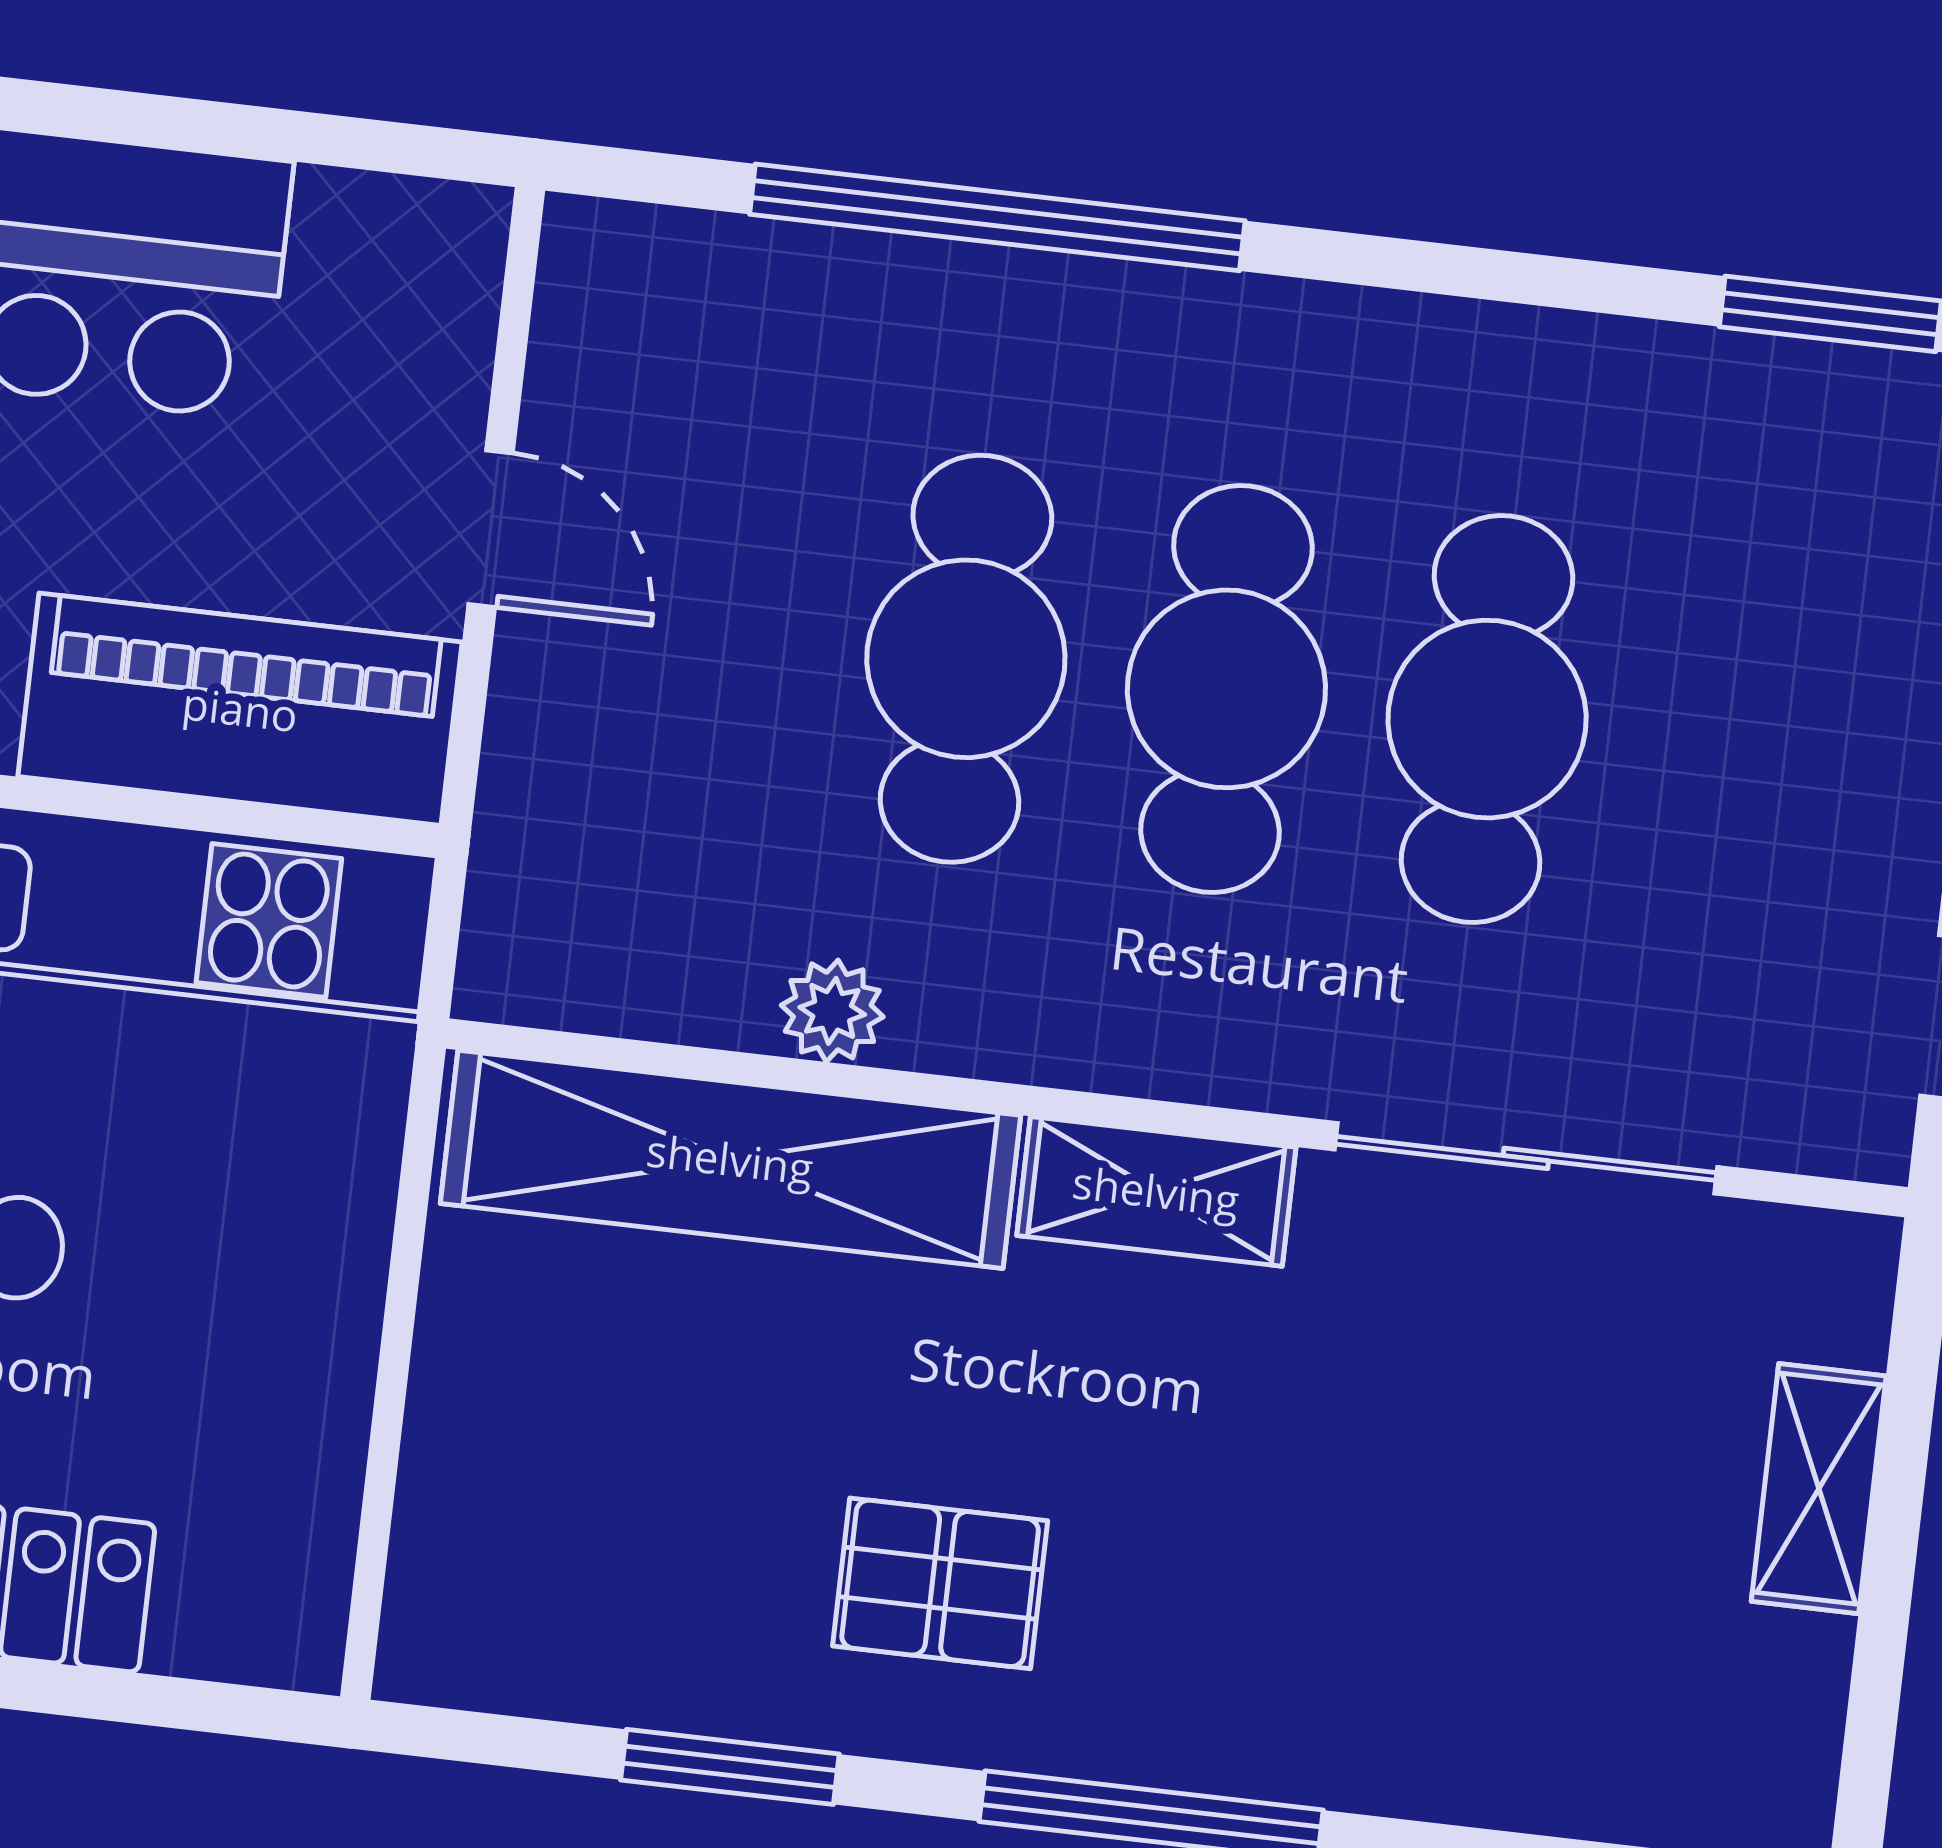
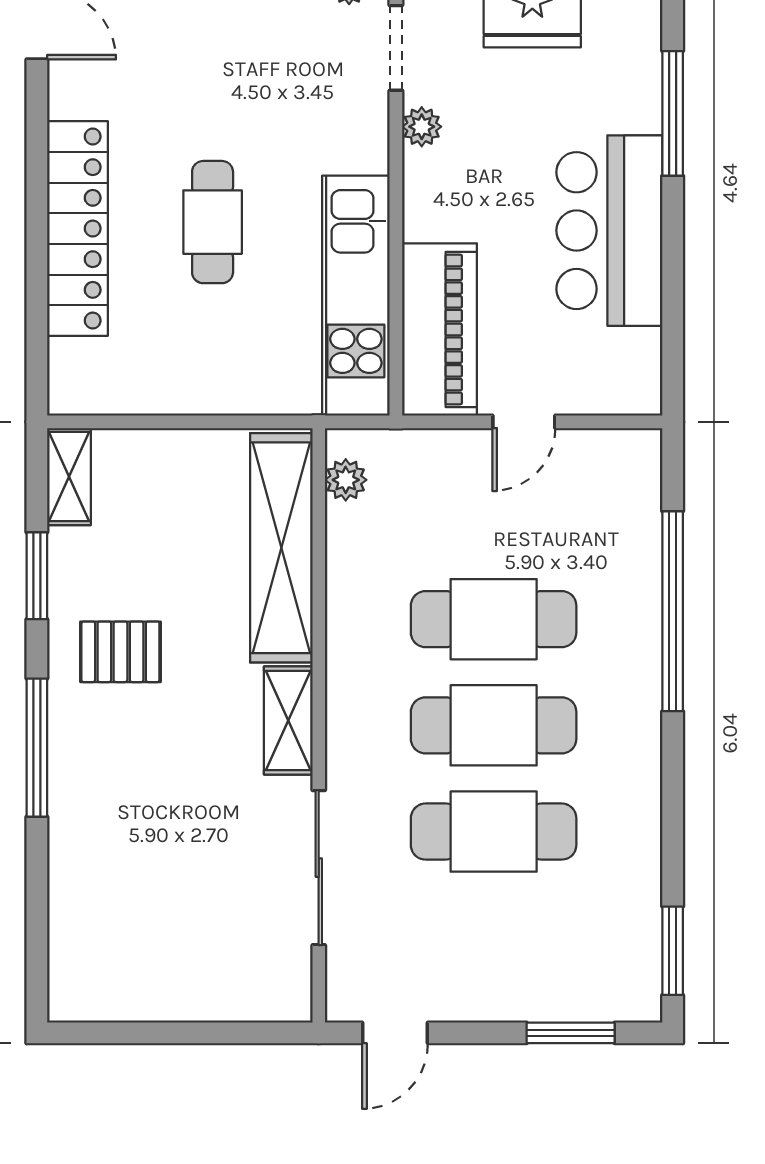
plant: (832, 1011) -> (346, 480), moved
shelving: (1819, 1489) -> (69, 477), moved, turned 90
pallet: (940, 1583) -> (120, 652), turned 90

